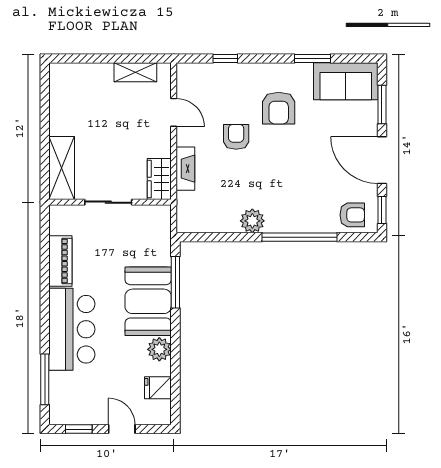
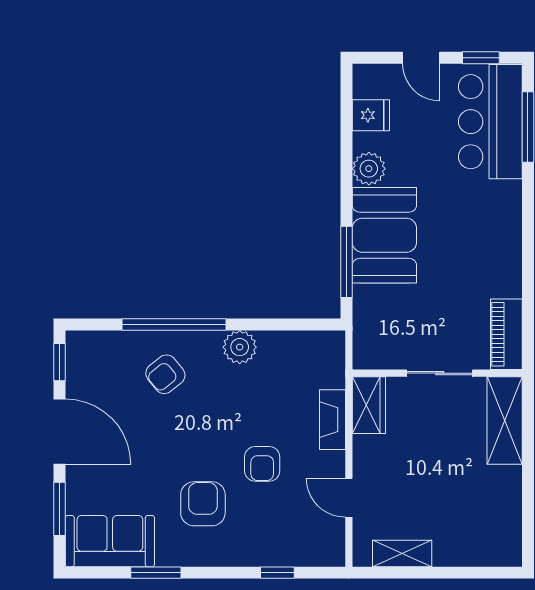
armchair: (352, 215) -> (165, 374), moved, turned -39
piano: (60, 261) -> (506, 334), moved
bar counter: (72, 329) -> (490, 122), moved

